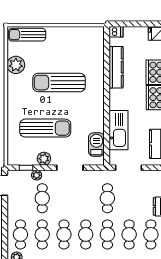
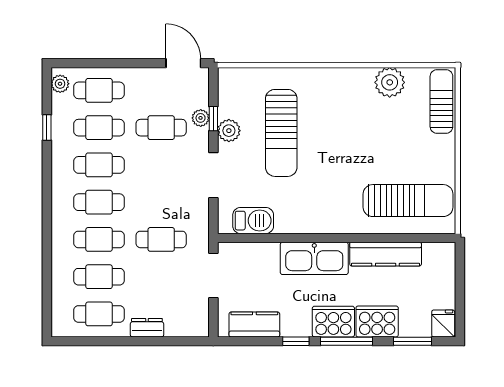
dishwasher: (116, 32) -> (446, 254), removed
sun lounger: (59, 83) -> (408, 201), moved, turned 90
kitchen sink: (118, 130) -> (314, 258), moved
window: (26, 168) -> (213, 119), moved

